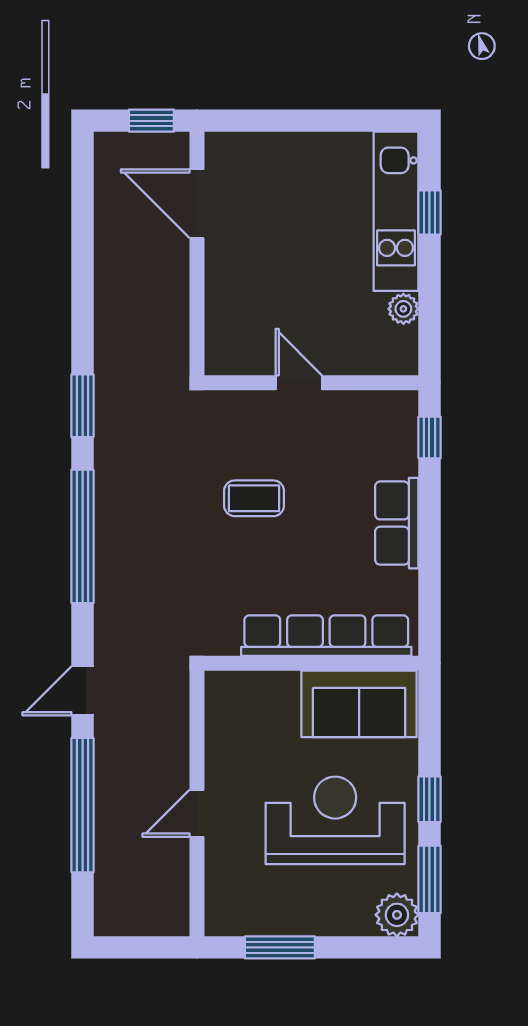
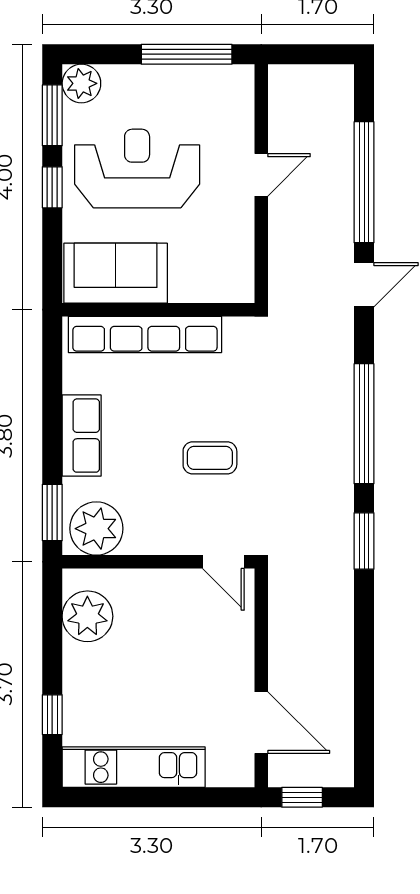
kitchen unit: (396, 211) -> (134, 767), moved, turned -90
plant: (403, 309) -> (87, 616), width x1.87, depth x1.87
door: (299, 383) -> (223, 562), moved
plant: (380, 420) -> (96, 529), added
window: (429, 438) -> (52, 512), width x1.50
reception desk: (335, 820) -> (137, 168), turned 180
window: (280, 947) -> (187, 54), width x1.44

